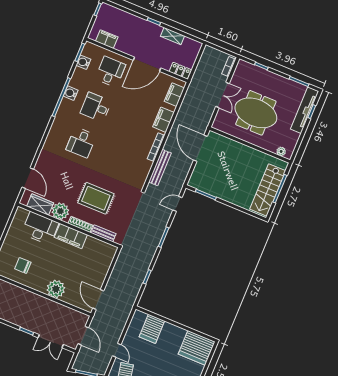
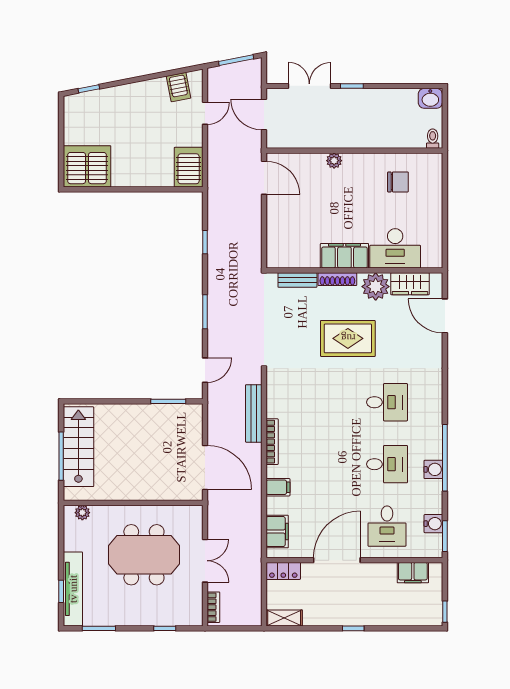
shelving: (173, 36) -> (284, 618), moved
double door: (222, 95) -> (205, 561), swing flipped
filing cabinet: (163, 120) -> (278, 487), width x0.50
desk: (81, 142) -> (387, 402), turned 90
rug: (96, 198) -> (348, 338), moved
plant: (56, 289) -> (334, 161), width x0.53, depth x0.53
server rack: (152, 329) -> (189, 167), moved
door: (117, 350) -> (205, 113), swing flipped

